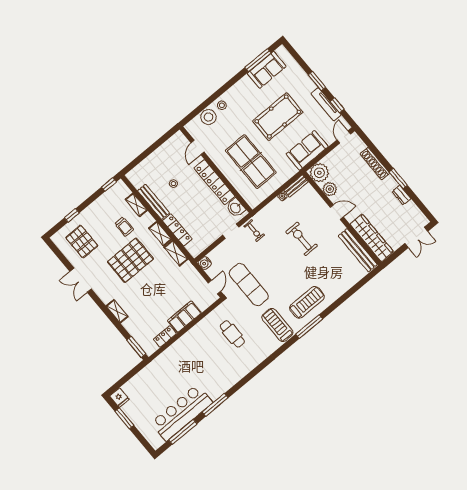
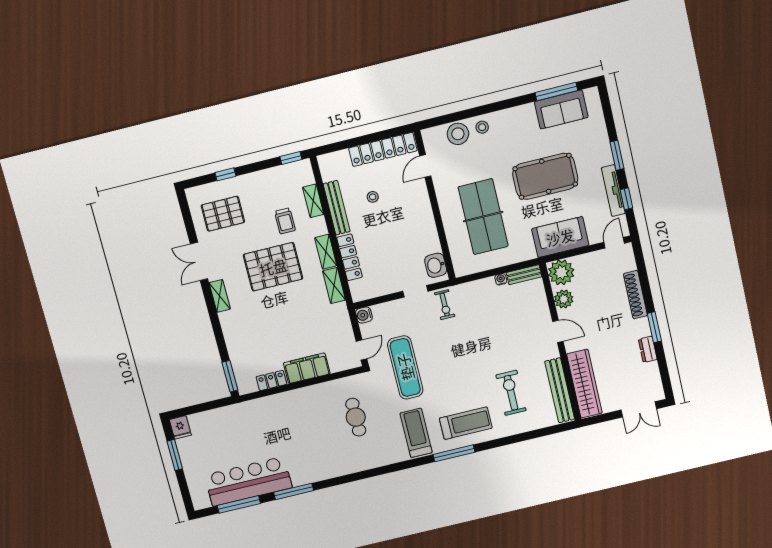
locker: (214, 182) -> (383, 149), moved, turned -90
exercise bike: (301, 239) -> (511, 393), moved
pallet: (82, 242) -> (223, 214), turned 90
shelving: (117, 311) -> (220, 296), moved

